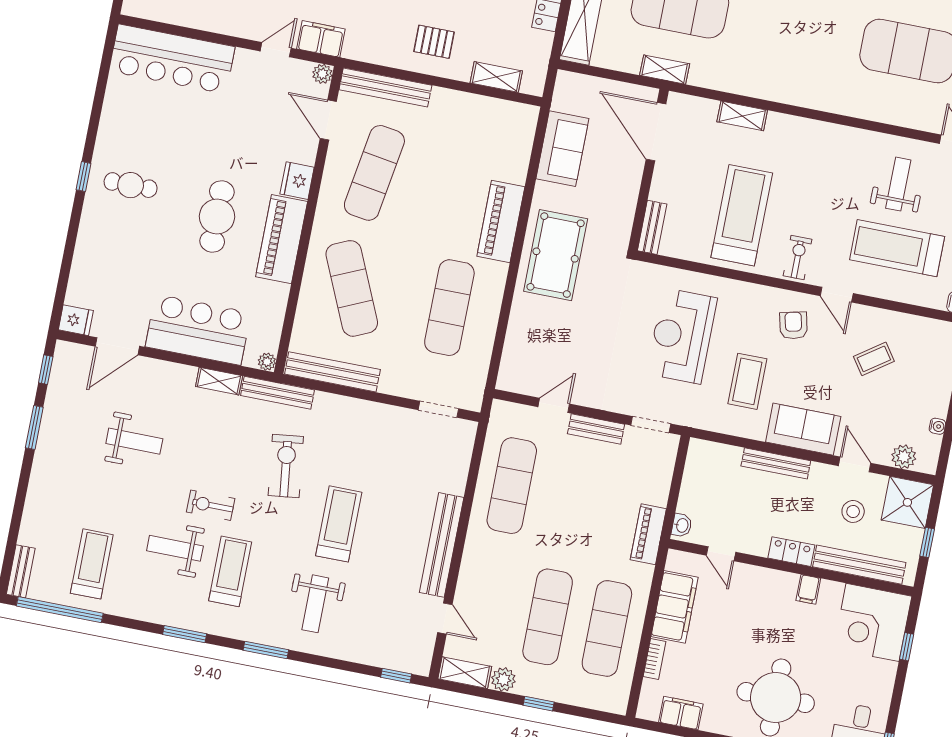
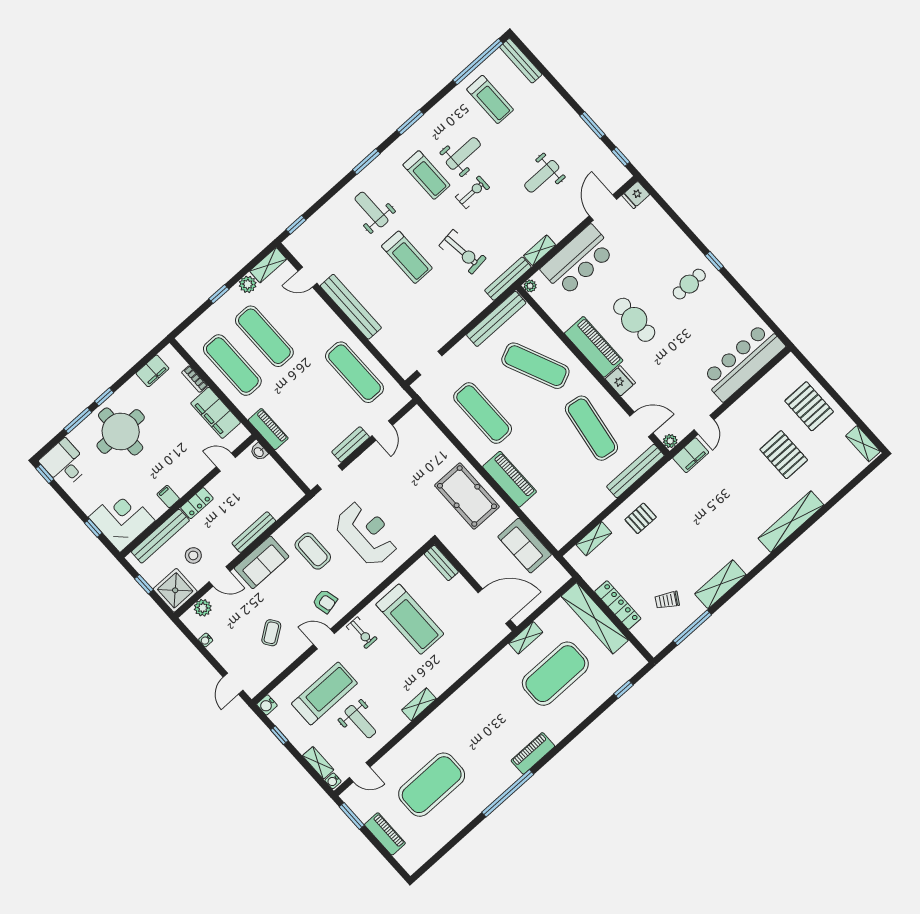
shelving: (742, 116) -> (419, 704), moved
bench: (21, 571) -> (521, 61), width x1.36

